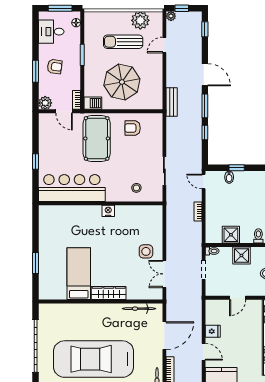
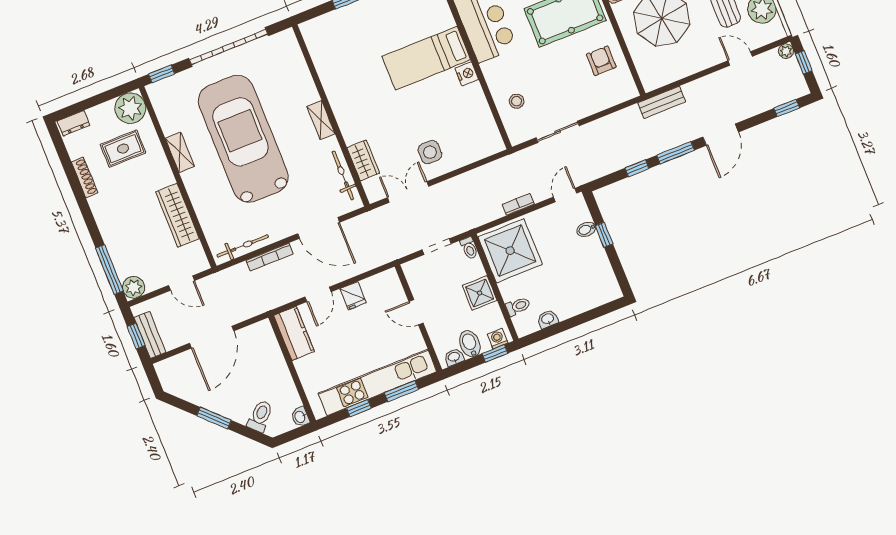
shower: (231, 235) -> (510, 251), width x1.86, depth x1.86
bed: (79, 274) -> (426, 58), moved, turned 180
wardrobe: (109, 293) -> (363, 160), moved, width x0.67
shelving: (101, 309) -> (321, 120), added

